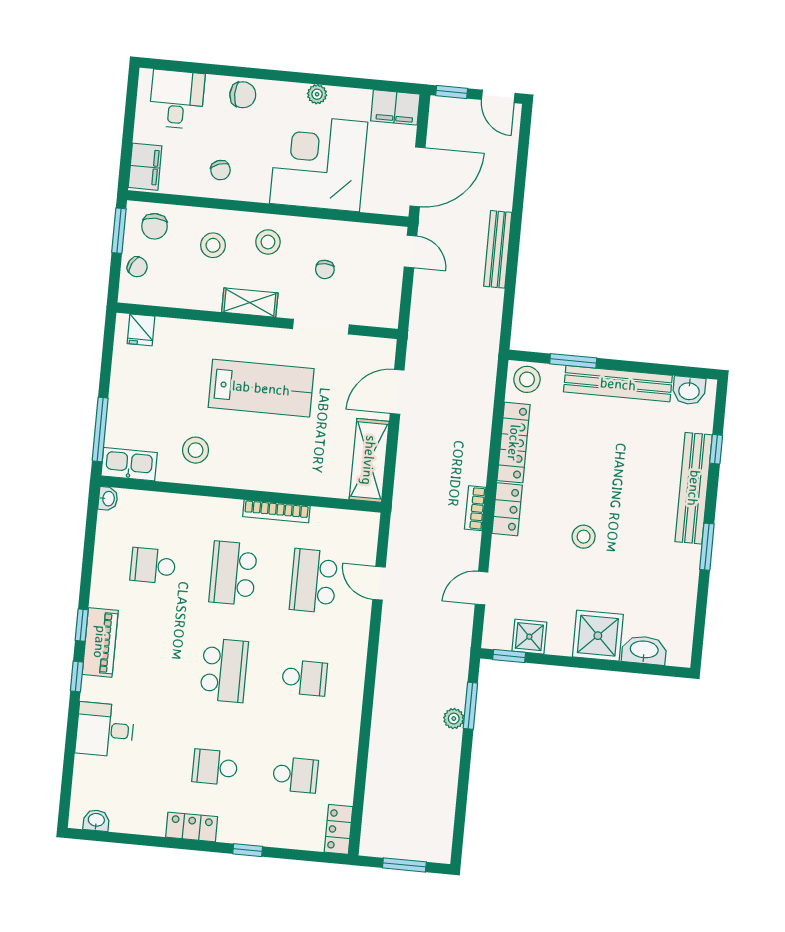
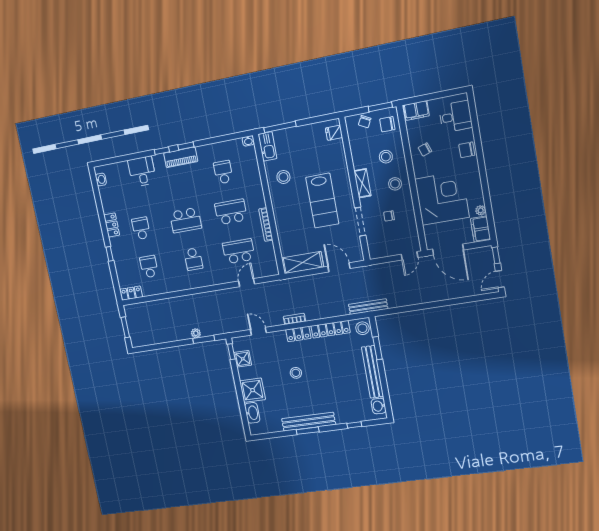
plant: (317, 94) -> (481, 210), moved
chair: (243, 95) -> (467, 150), turned 90
bench: (498, 249) -> (368, 307), moved
bench: (694, 488) -> (309, 422), moved
school desk: (295, 775) -> (149, 267), turned 180

